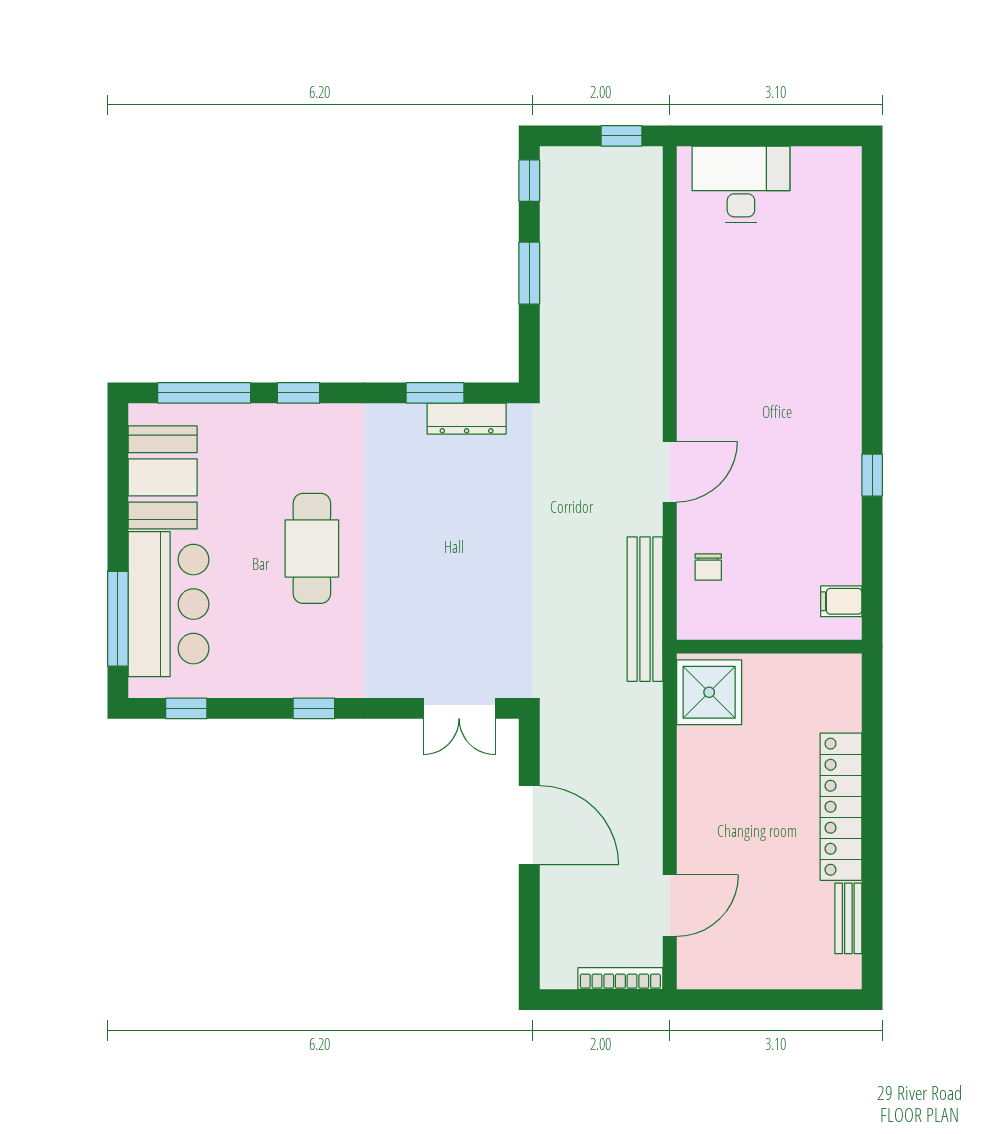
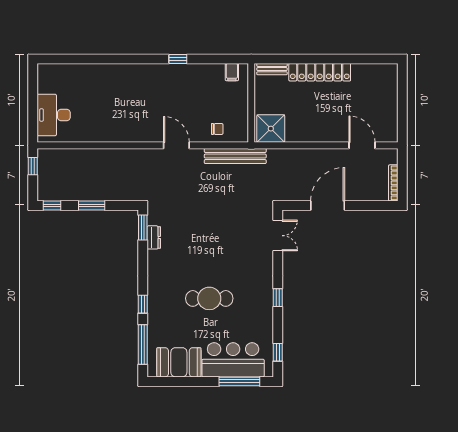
window: (435, 393) -> (143, 228), moved
dresser: (467, 419) -> (154, 237), width x0.70
bench: (848, 918) -> (272, 69), moved
bookcase: (620, 979) -> (393, 183), moved

